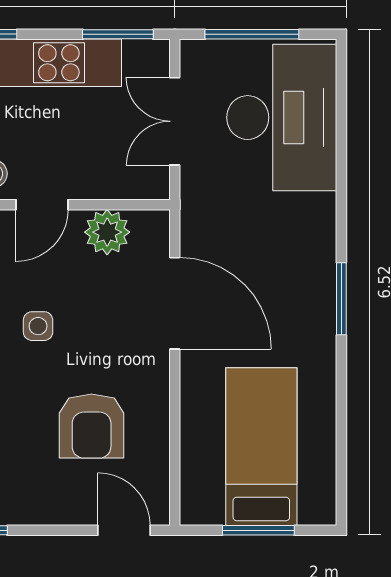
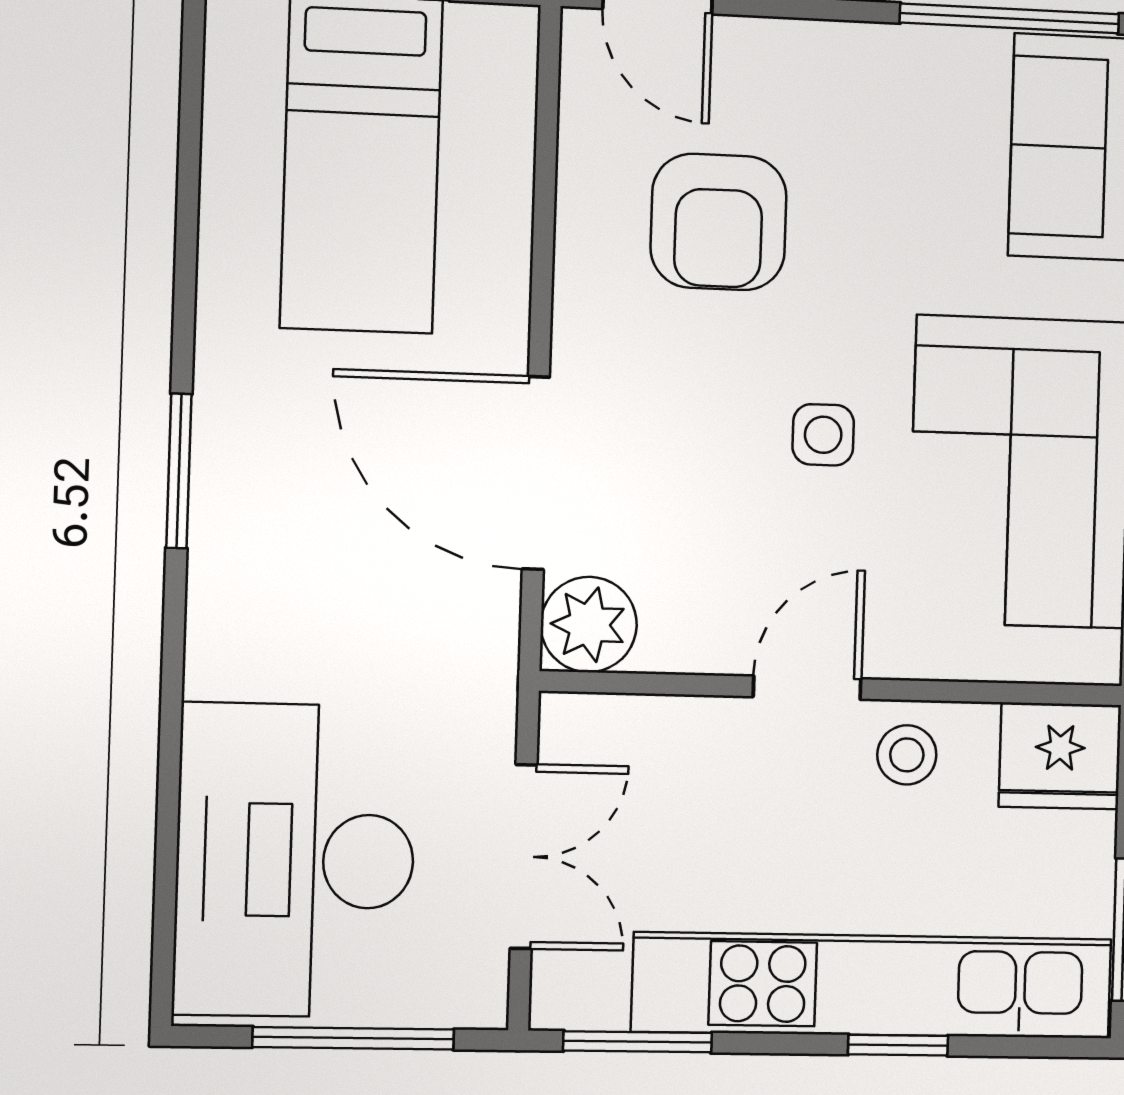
plant: (107, 232) -> (589, 625), moved
armchair: (92, 426) -> (719, 222), turned 180

